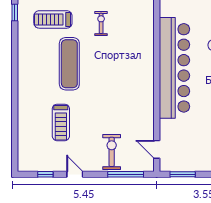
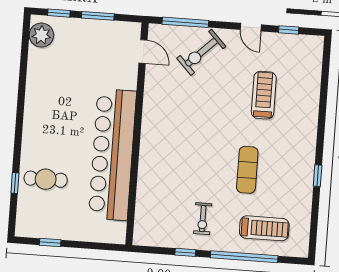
window: (15, 12) -> (318, 176), moved
exercise mat: (69, 64) -> (247, 170), width x0.73, depth x0.69
exercise bike: (112, 152) -> (201, 52), turned 46
window: (183, 174) -> (98, 16), moved

